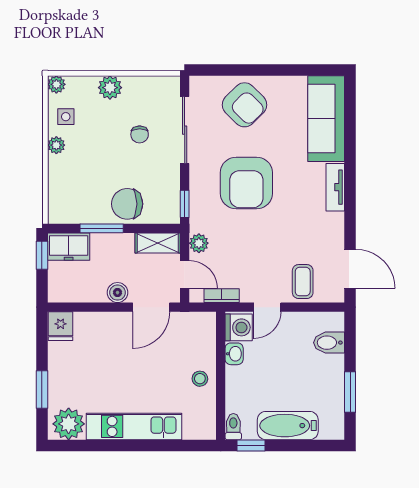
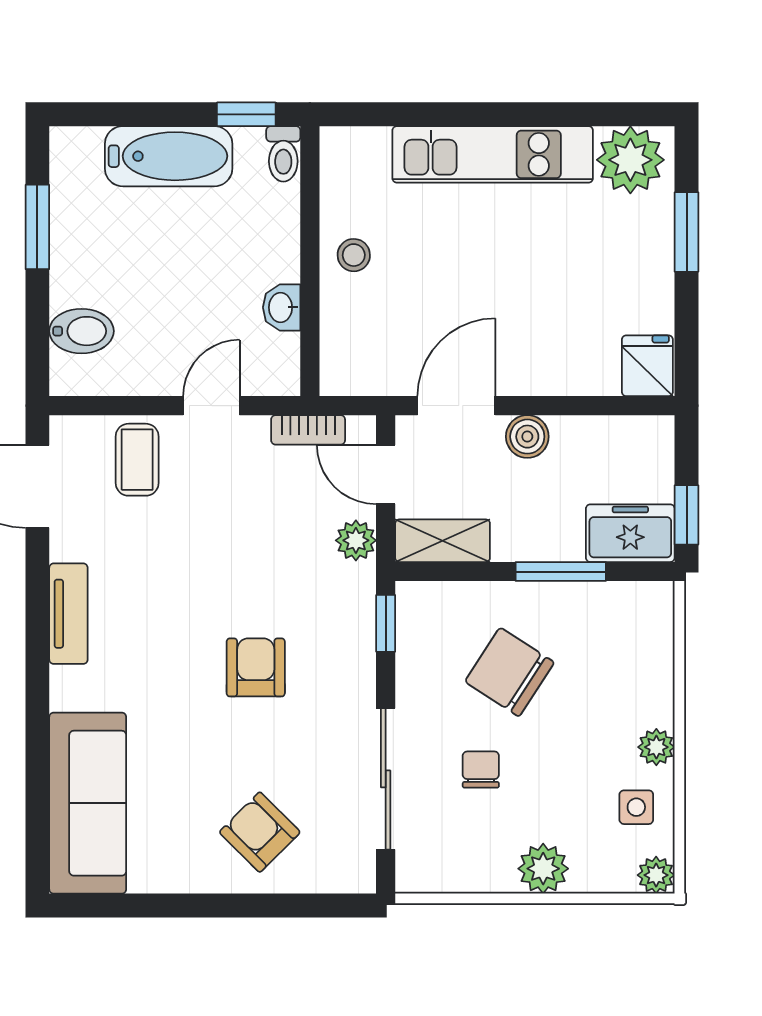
armchair: (244, 105) -> (260, 832), width x0.72, depth x0.72
armchair: (246, 183) -> (256, 667), width x0.53, depth x0.53
tv unit: (335, 187) -> (68, 614), moved
chair: (127, 204) -> (509, 672), moved, turned -147
washing machine: (239, 327) -> (272, 363), removed

